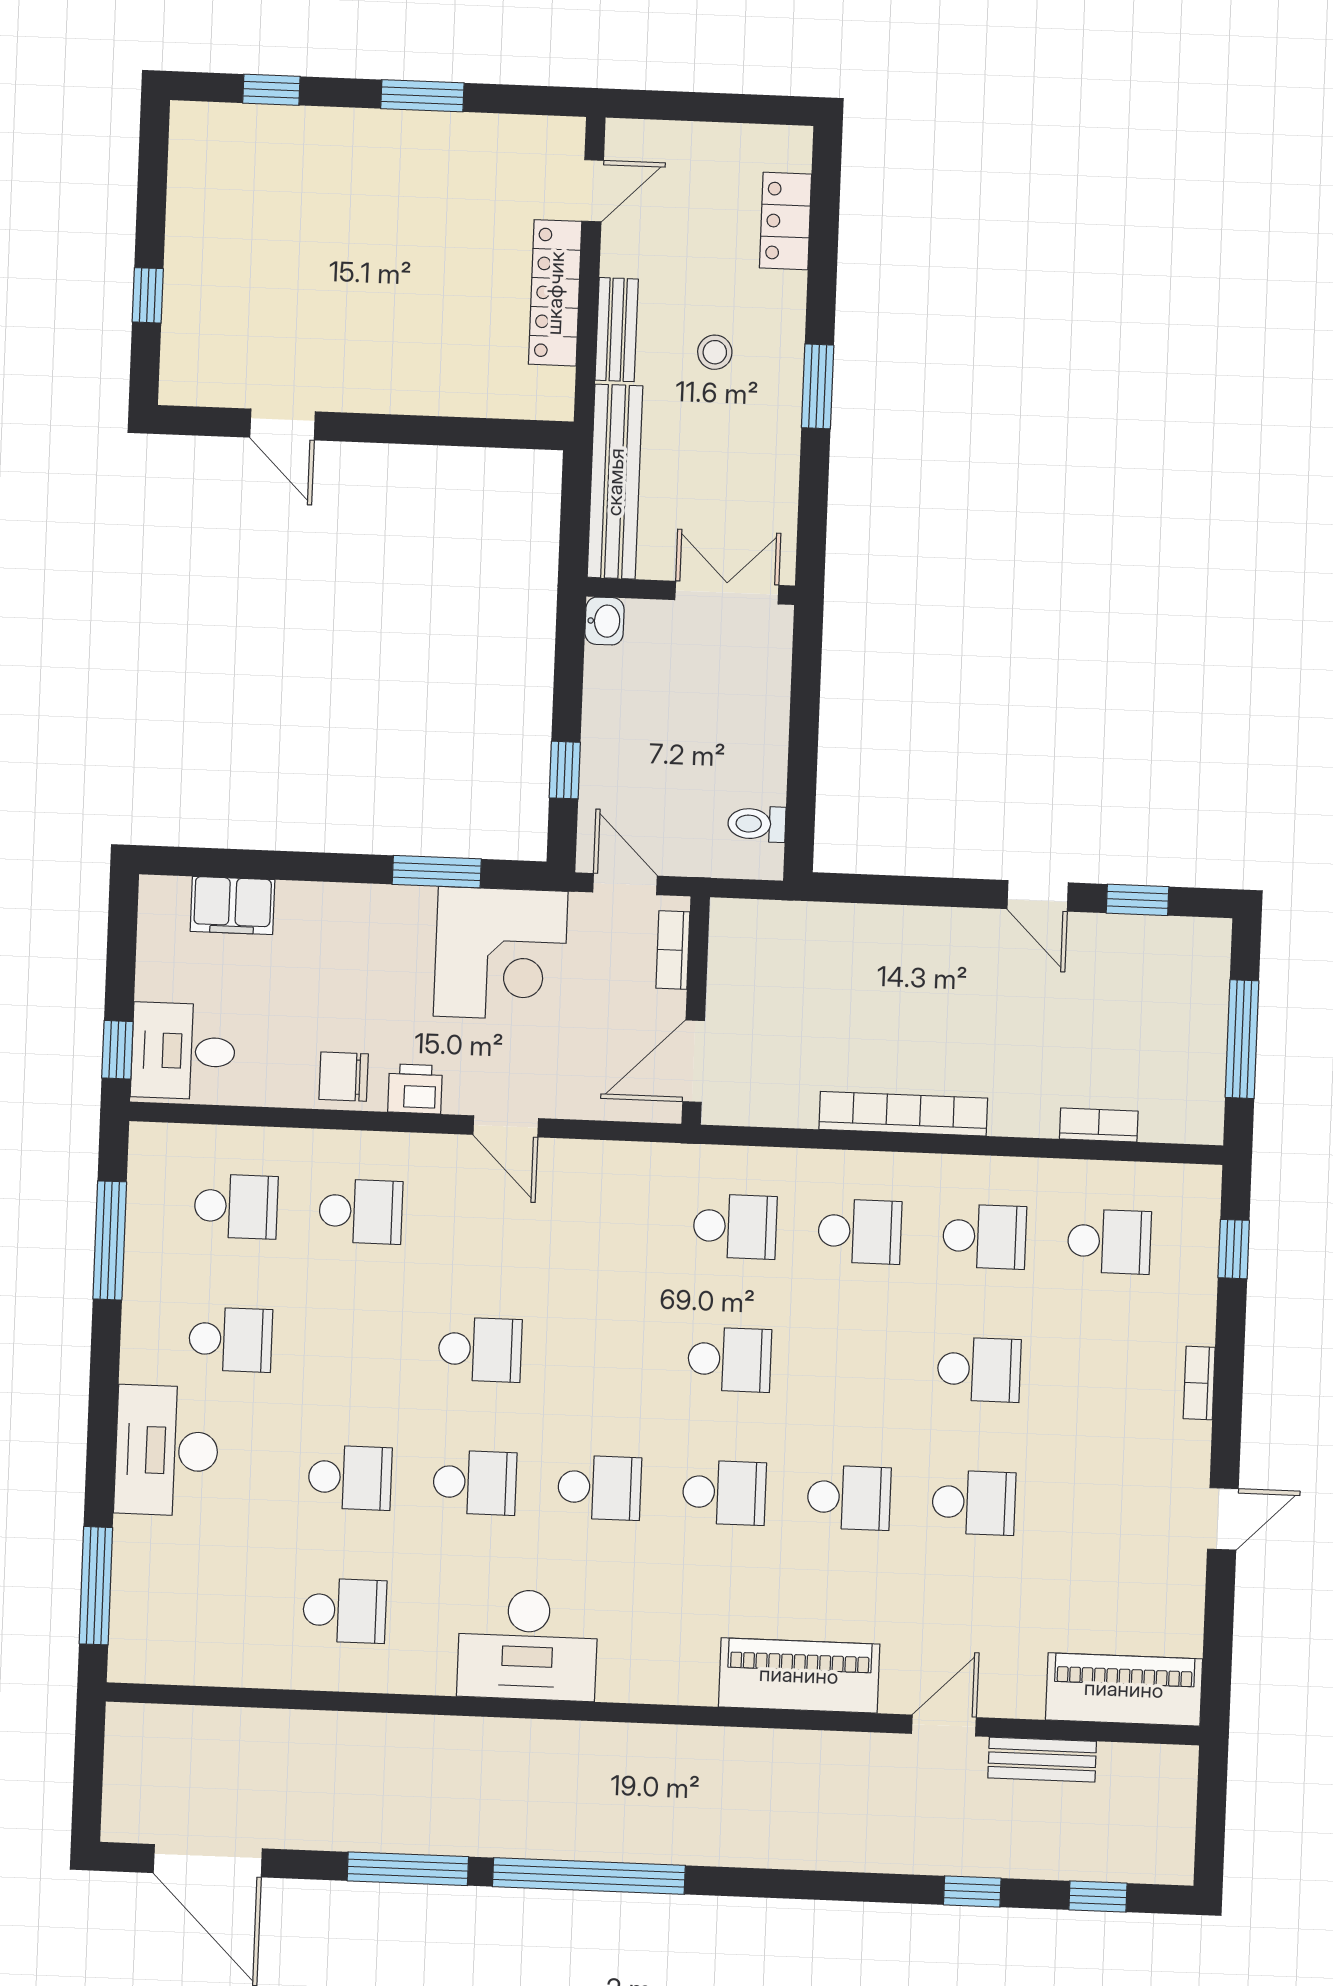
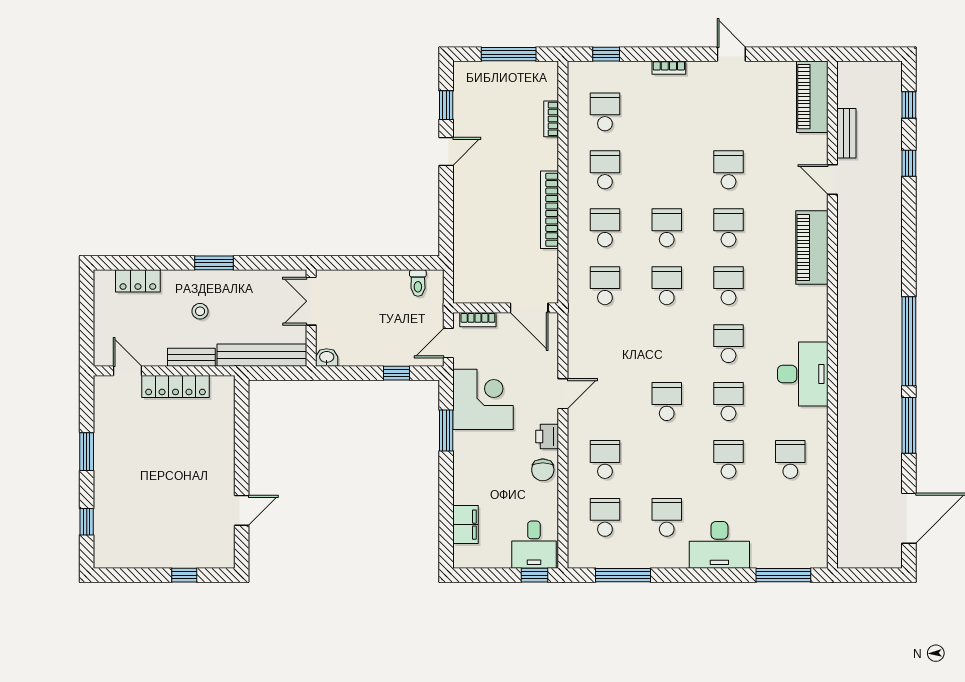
school desk: (979, 1370) -> (667, 228), moved

